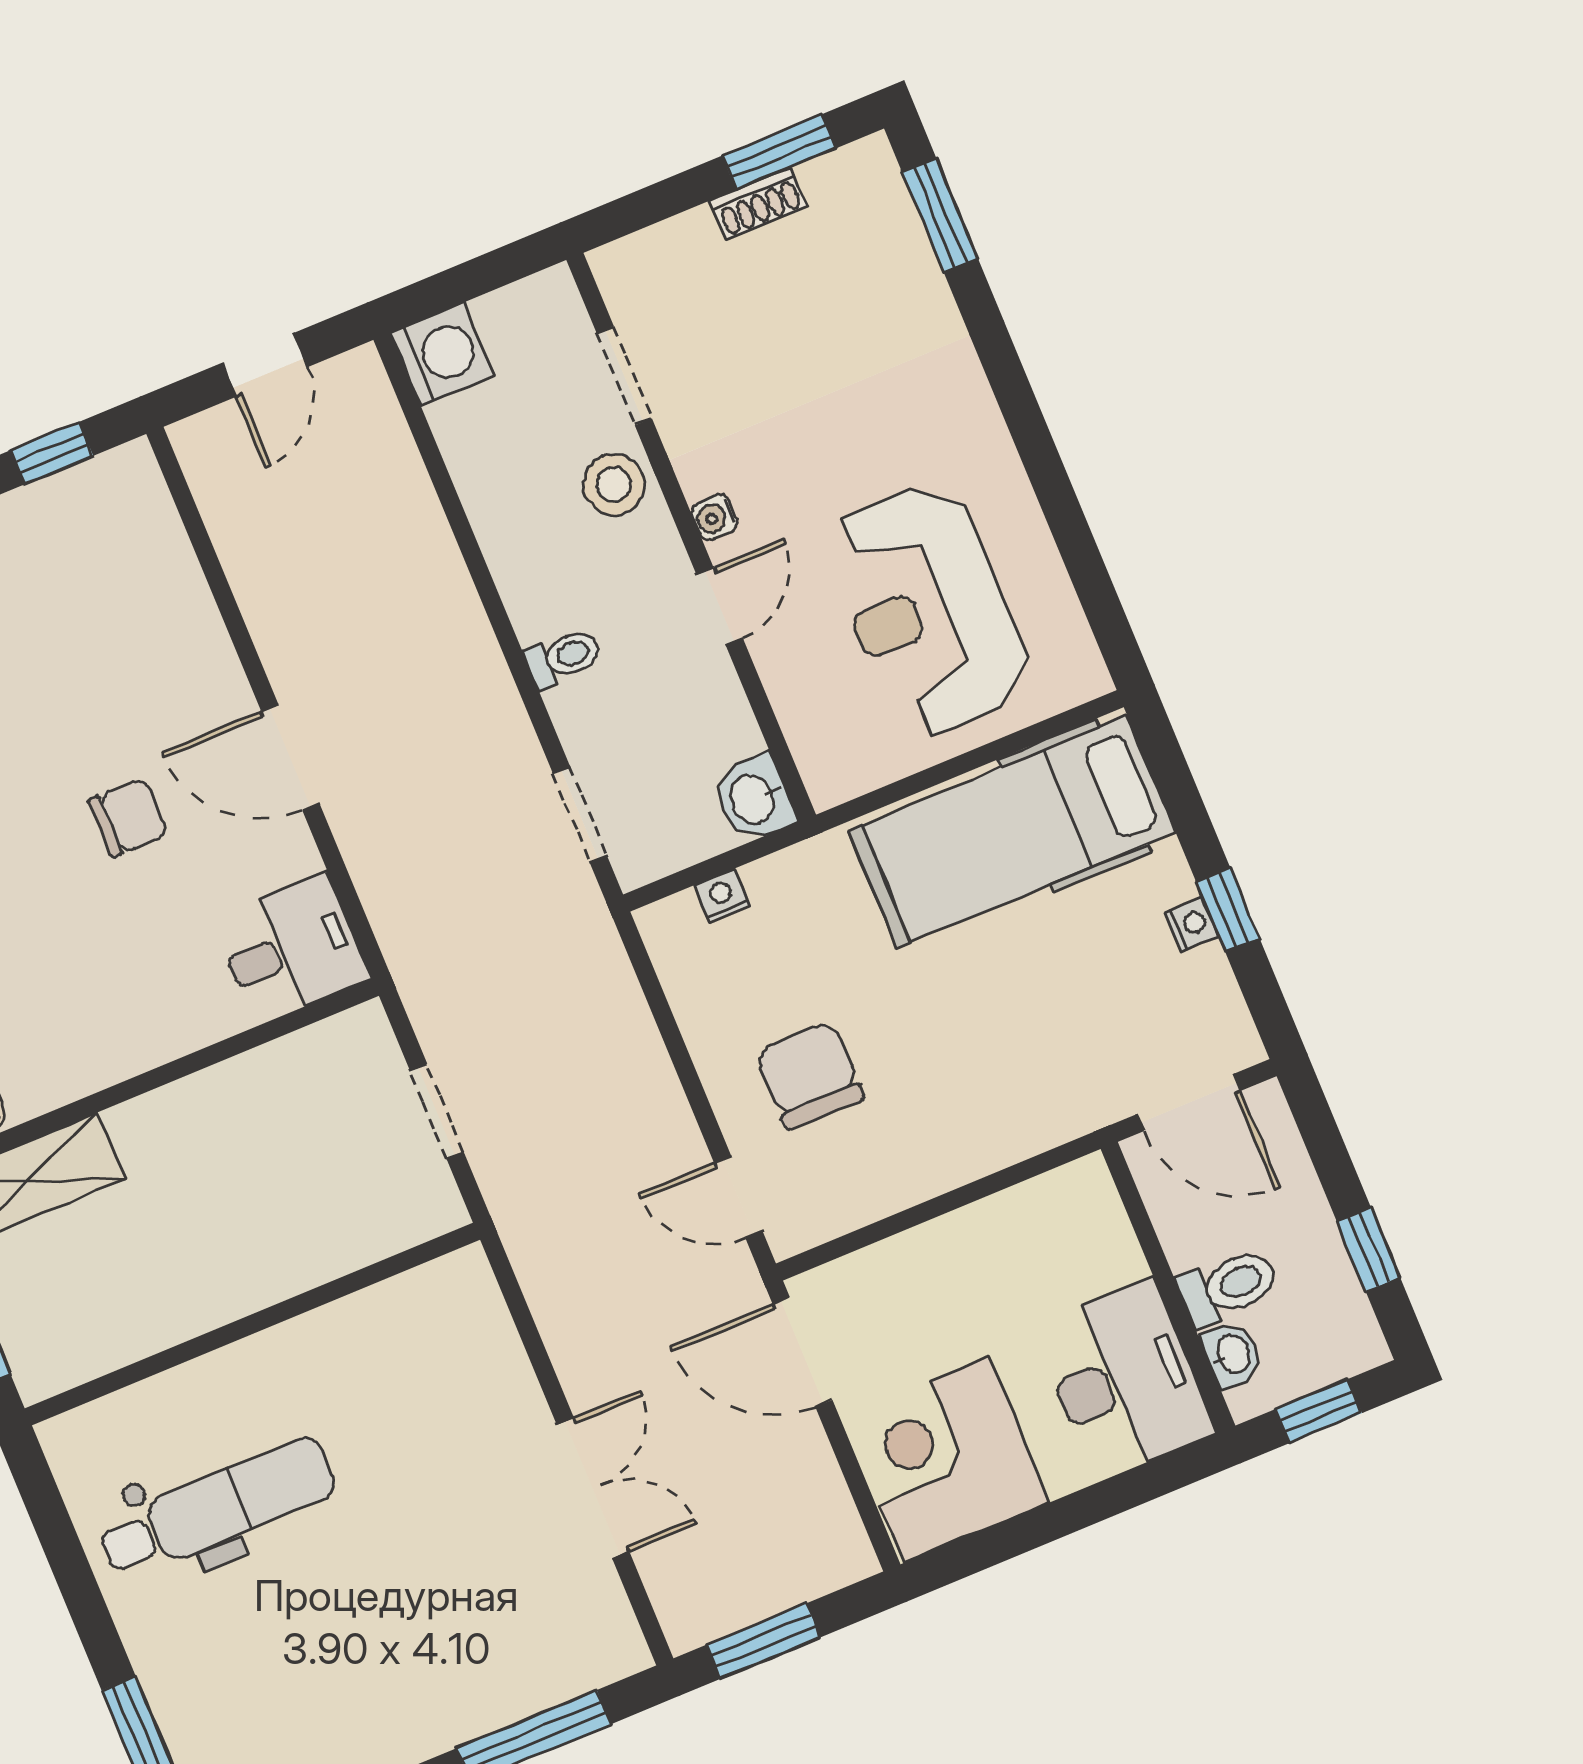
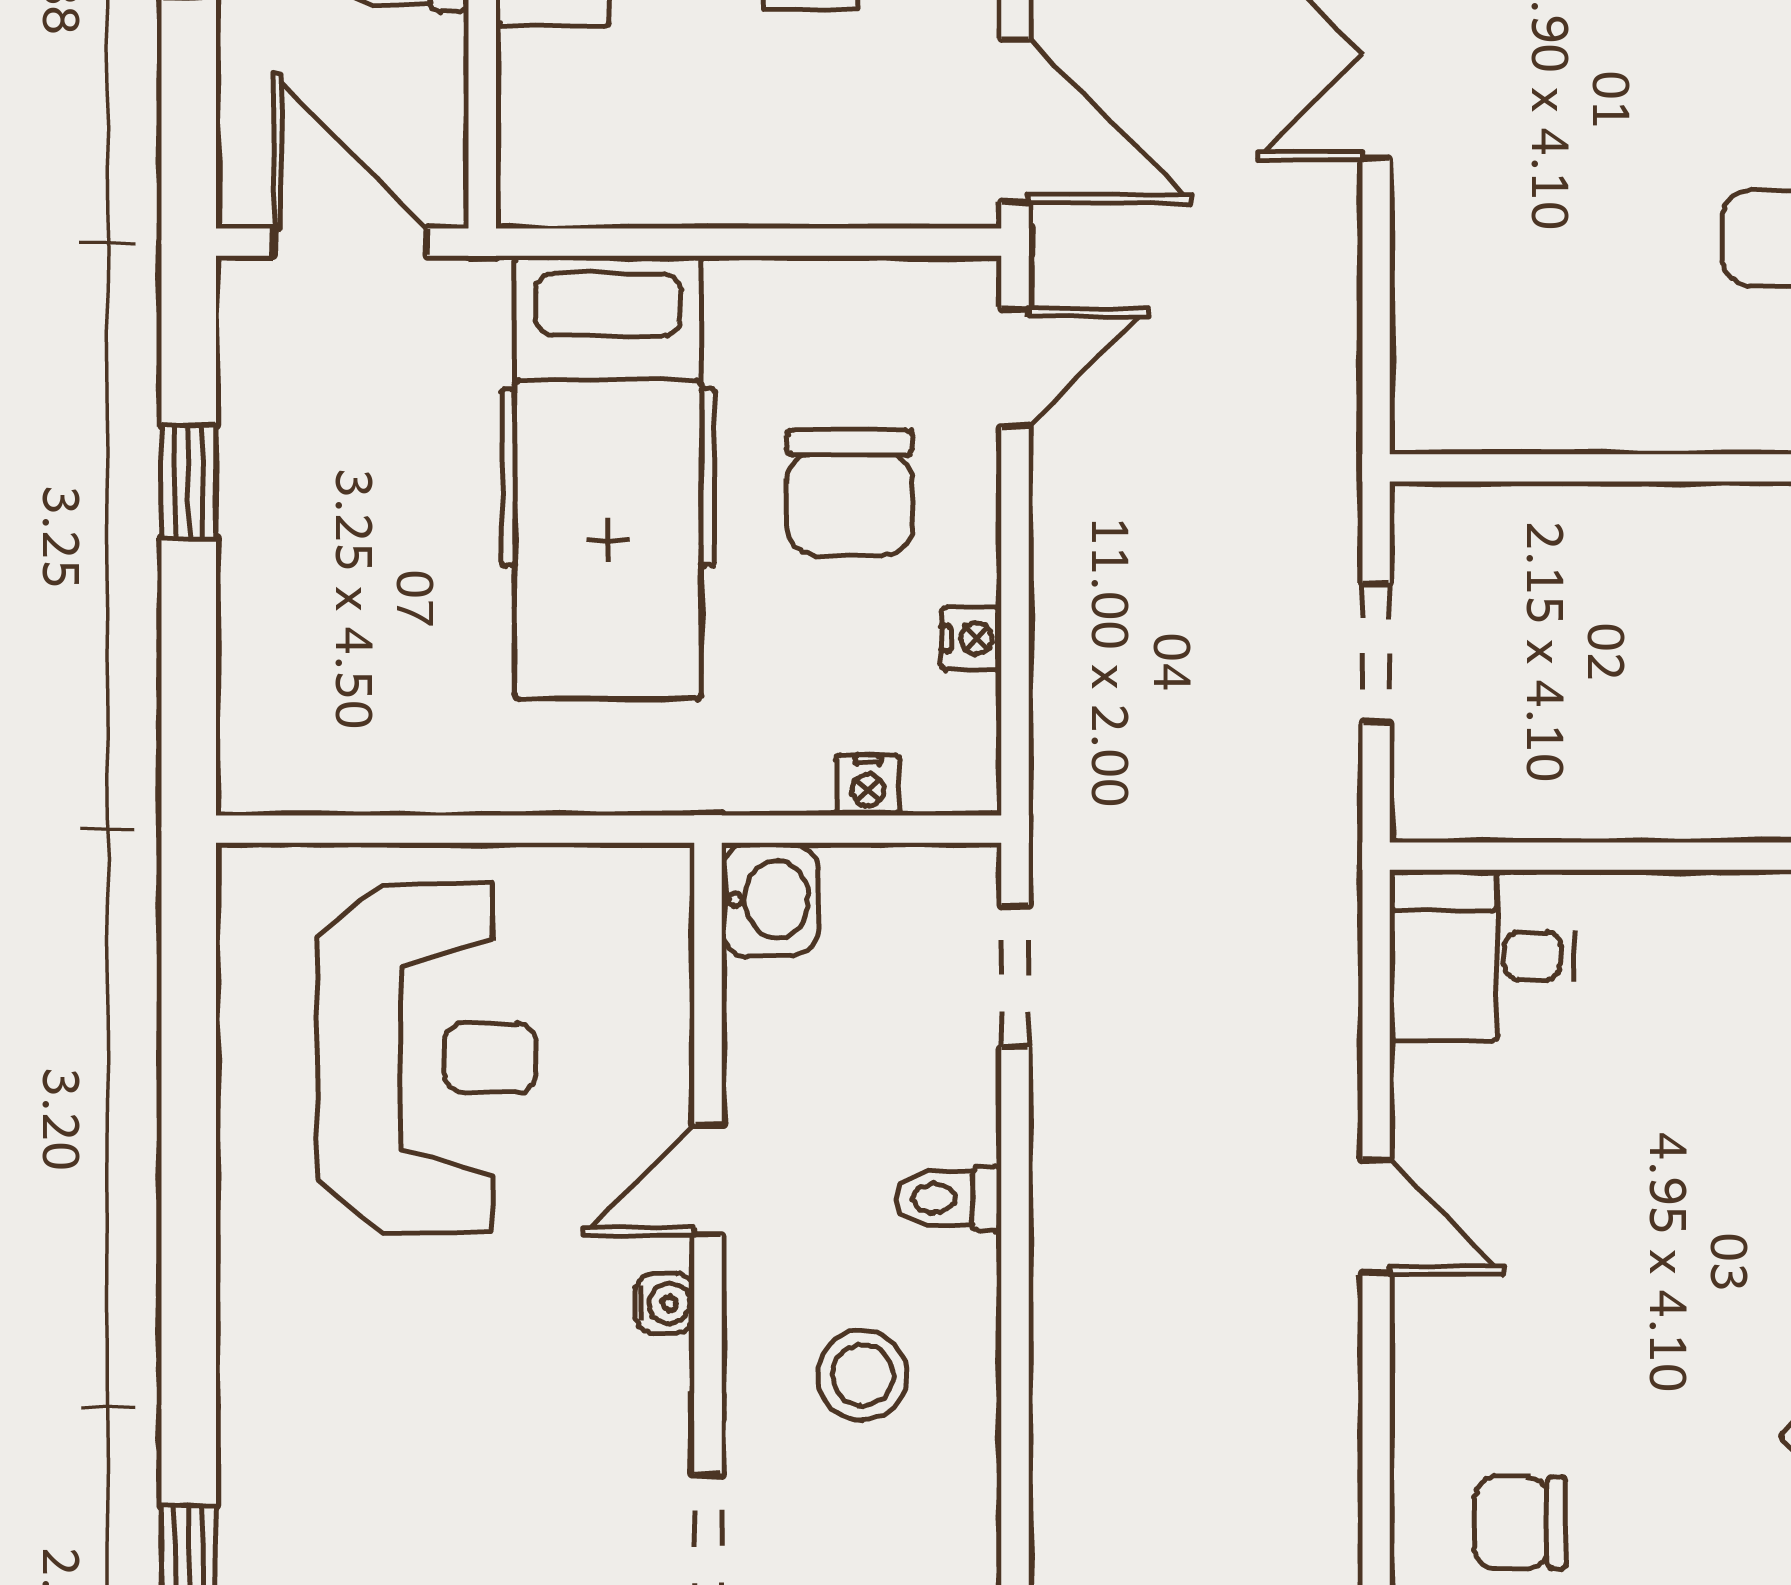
stool: (614, 485) -> (863, 1375), moved
door: (290, 757) -> (1376, 1217), width x0.73
chair: (128, 818) -> (1520, 1523), moved
hospital bed: (1012, 832) -> (608, 477), moved, turned 90
nightstand: (1192, 924) -> (972, 638), moved, turned 180
door: (738, 1197) -> (1015, 368), hinge flipped

